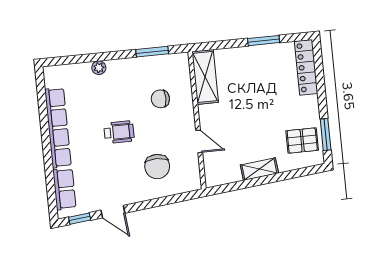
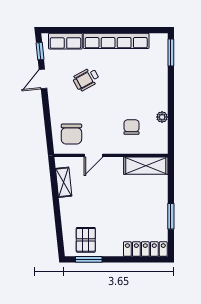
window: (152, 52) -> (171, 53), moved
plant: (99, 68) -> (162, 117), moved
wheelchair: (119, 132) -> (86, 79), moved, turned 61
chair: (157, 167) -> (71, 134), moved, turned -90
shelving: (259, 169) -> (64, 182), moved

